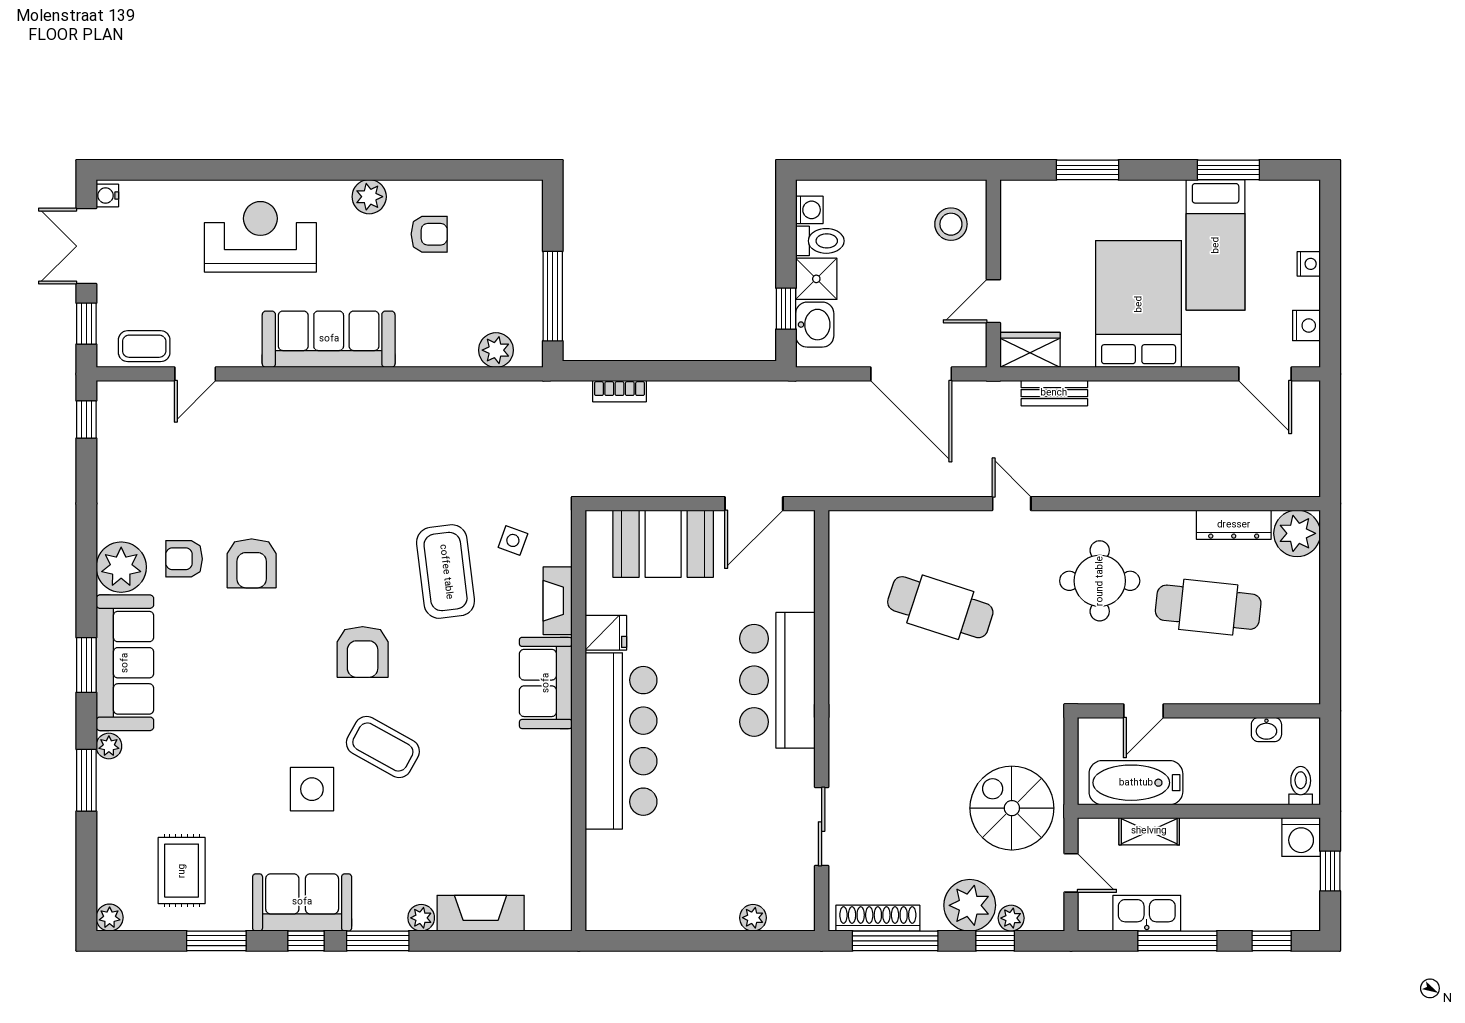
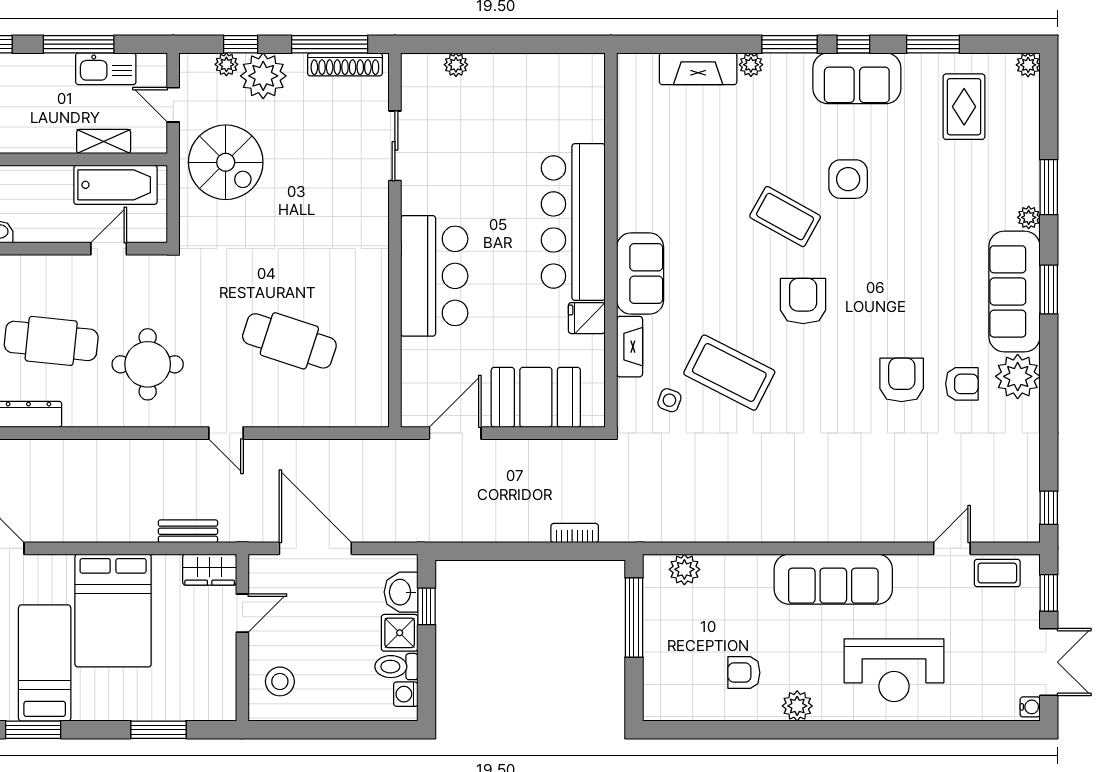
coffee table: (446, 572) -> (729, 373), turned -56

